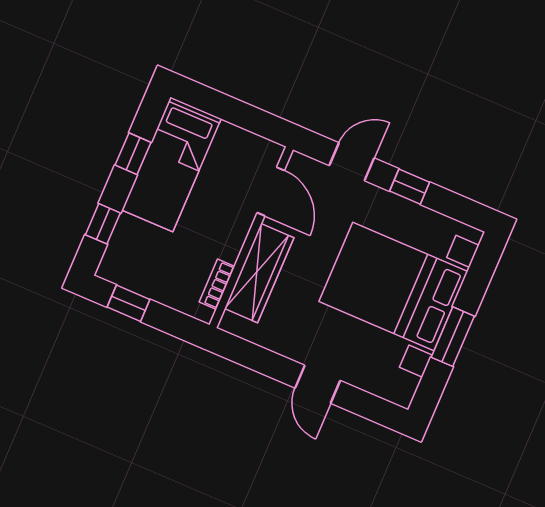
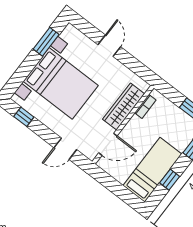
window: (410, 187) -> (24, 117), moved
door: (271, 192) -> (108, 144), swing flipped
window: (453, 337) -> (46, 42), moved

